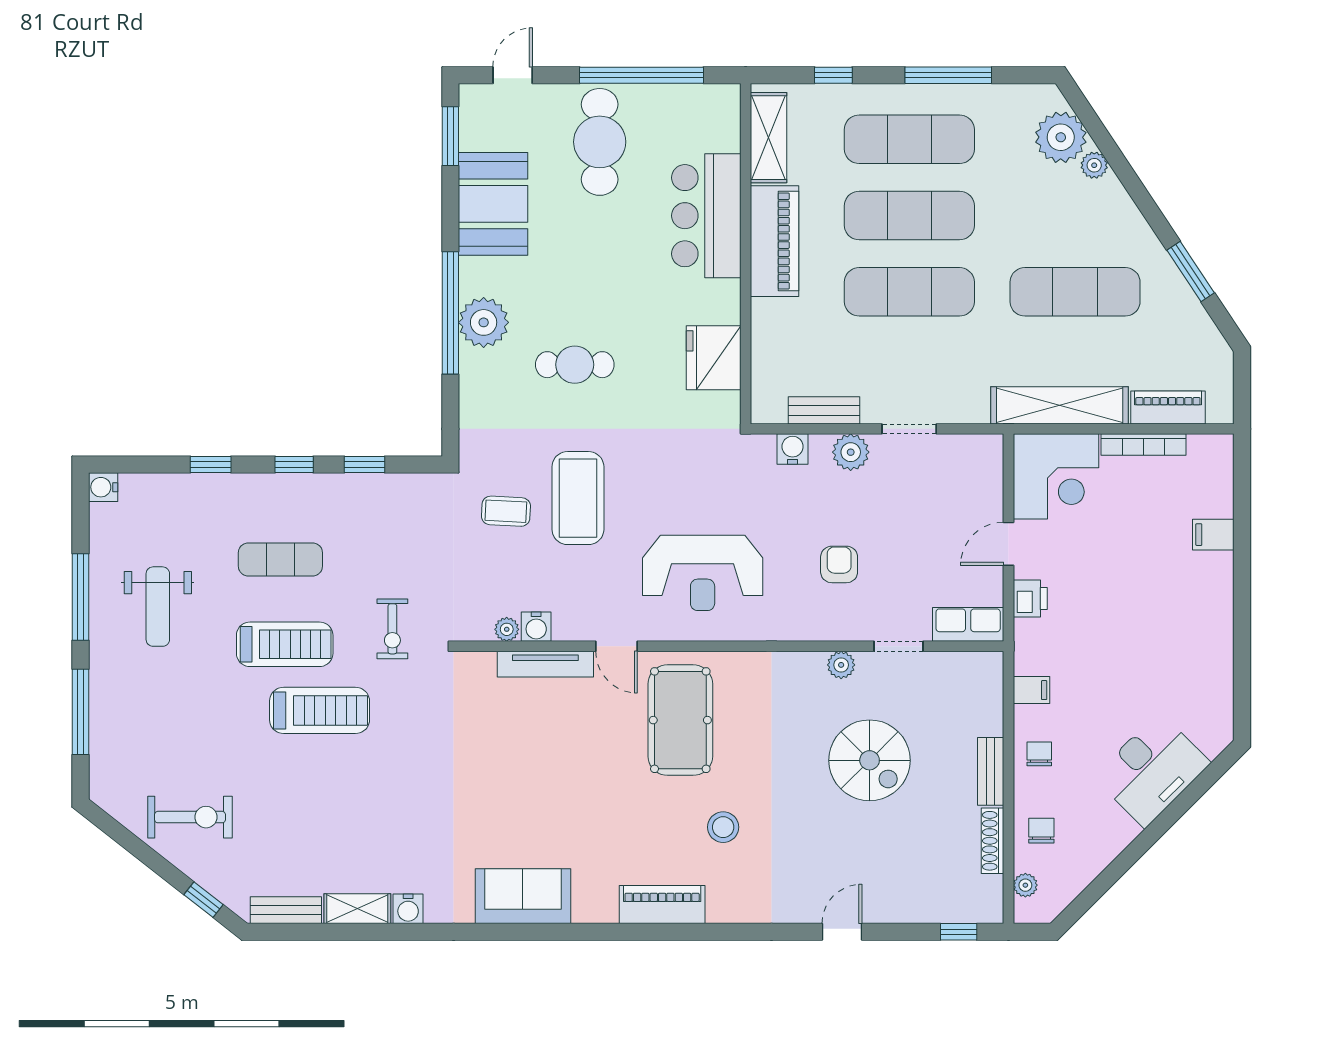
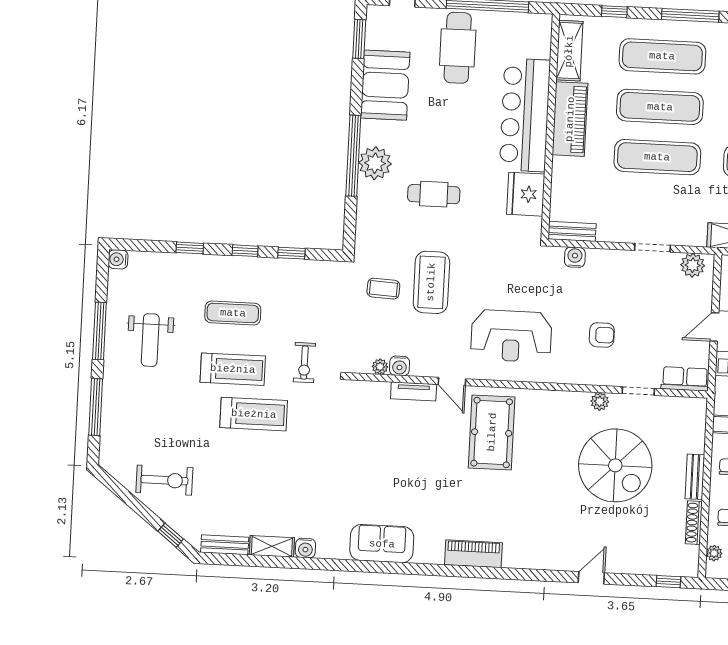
bar counter: (706, 216) -> (525, 115), width x1.36
bench: (824, 410) -> (572, 231), moved
plant: (851, 452) -> (693, 265), moved
armchair: (839, 564) -> (602, 335), turned 90
tv unit: (545, 664) -> (414, 391), width x0.71
spiral stairs: (870, 760) -> (615, 465), width x1.37, depth x1.37
stool: (723, 827) -> (516, 505), removed

